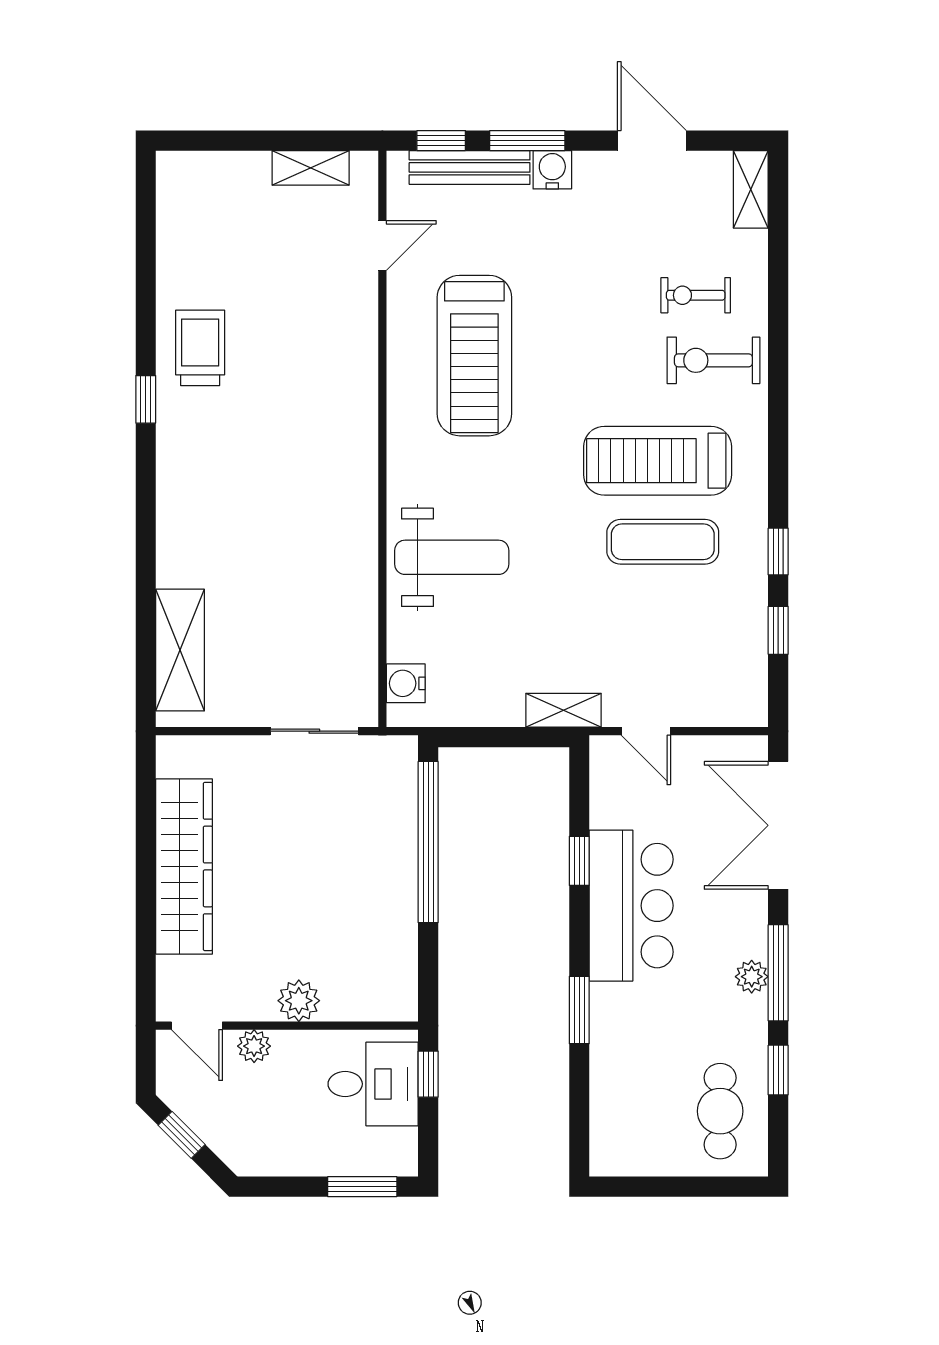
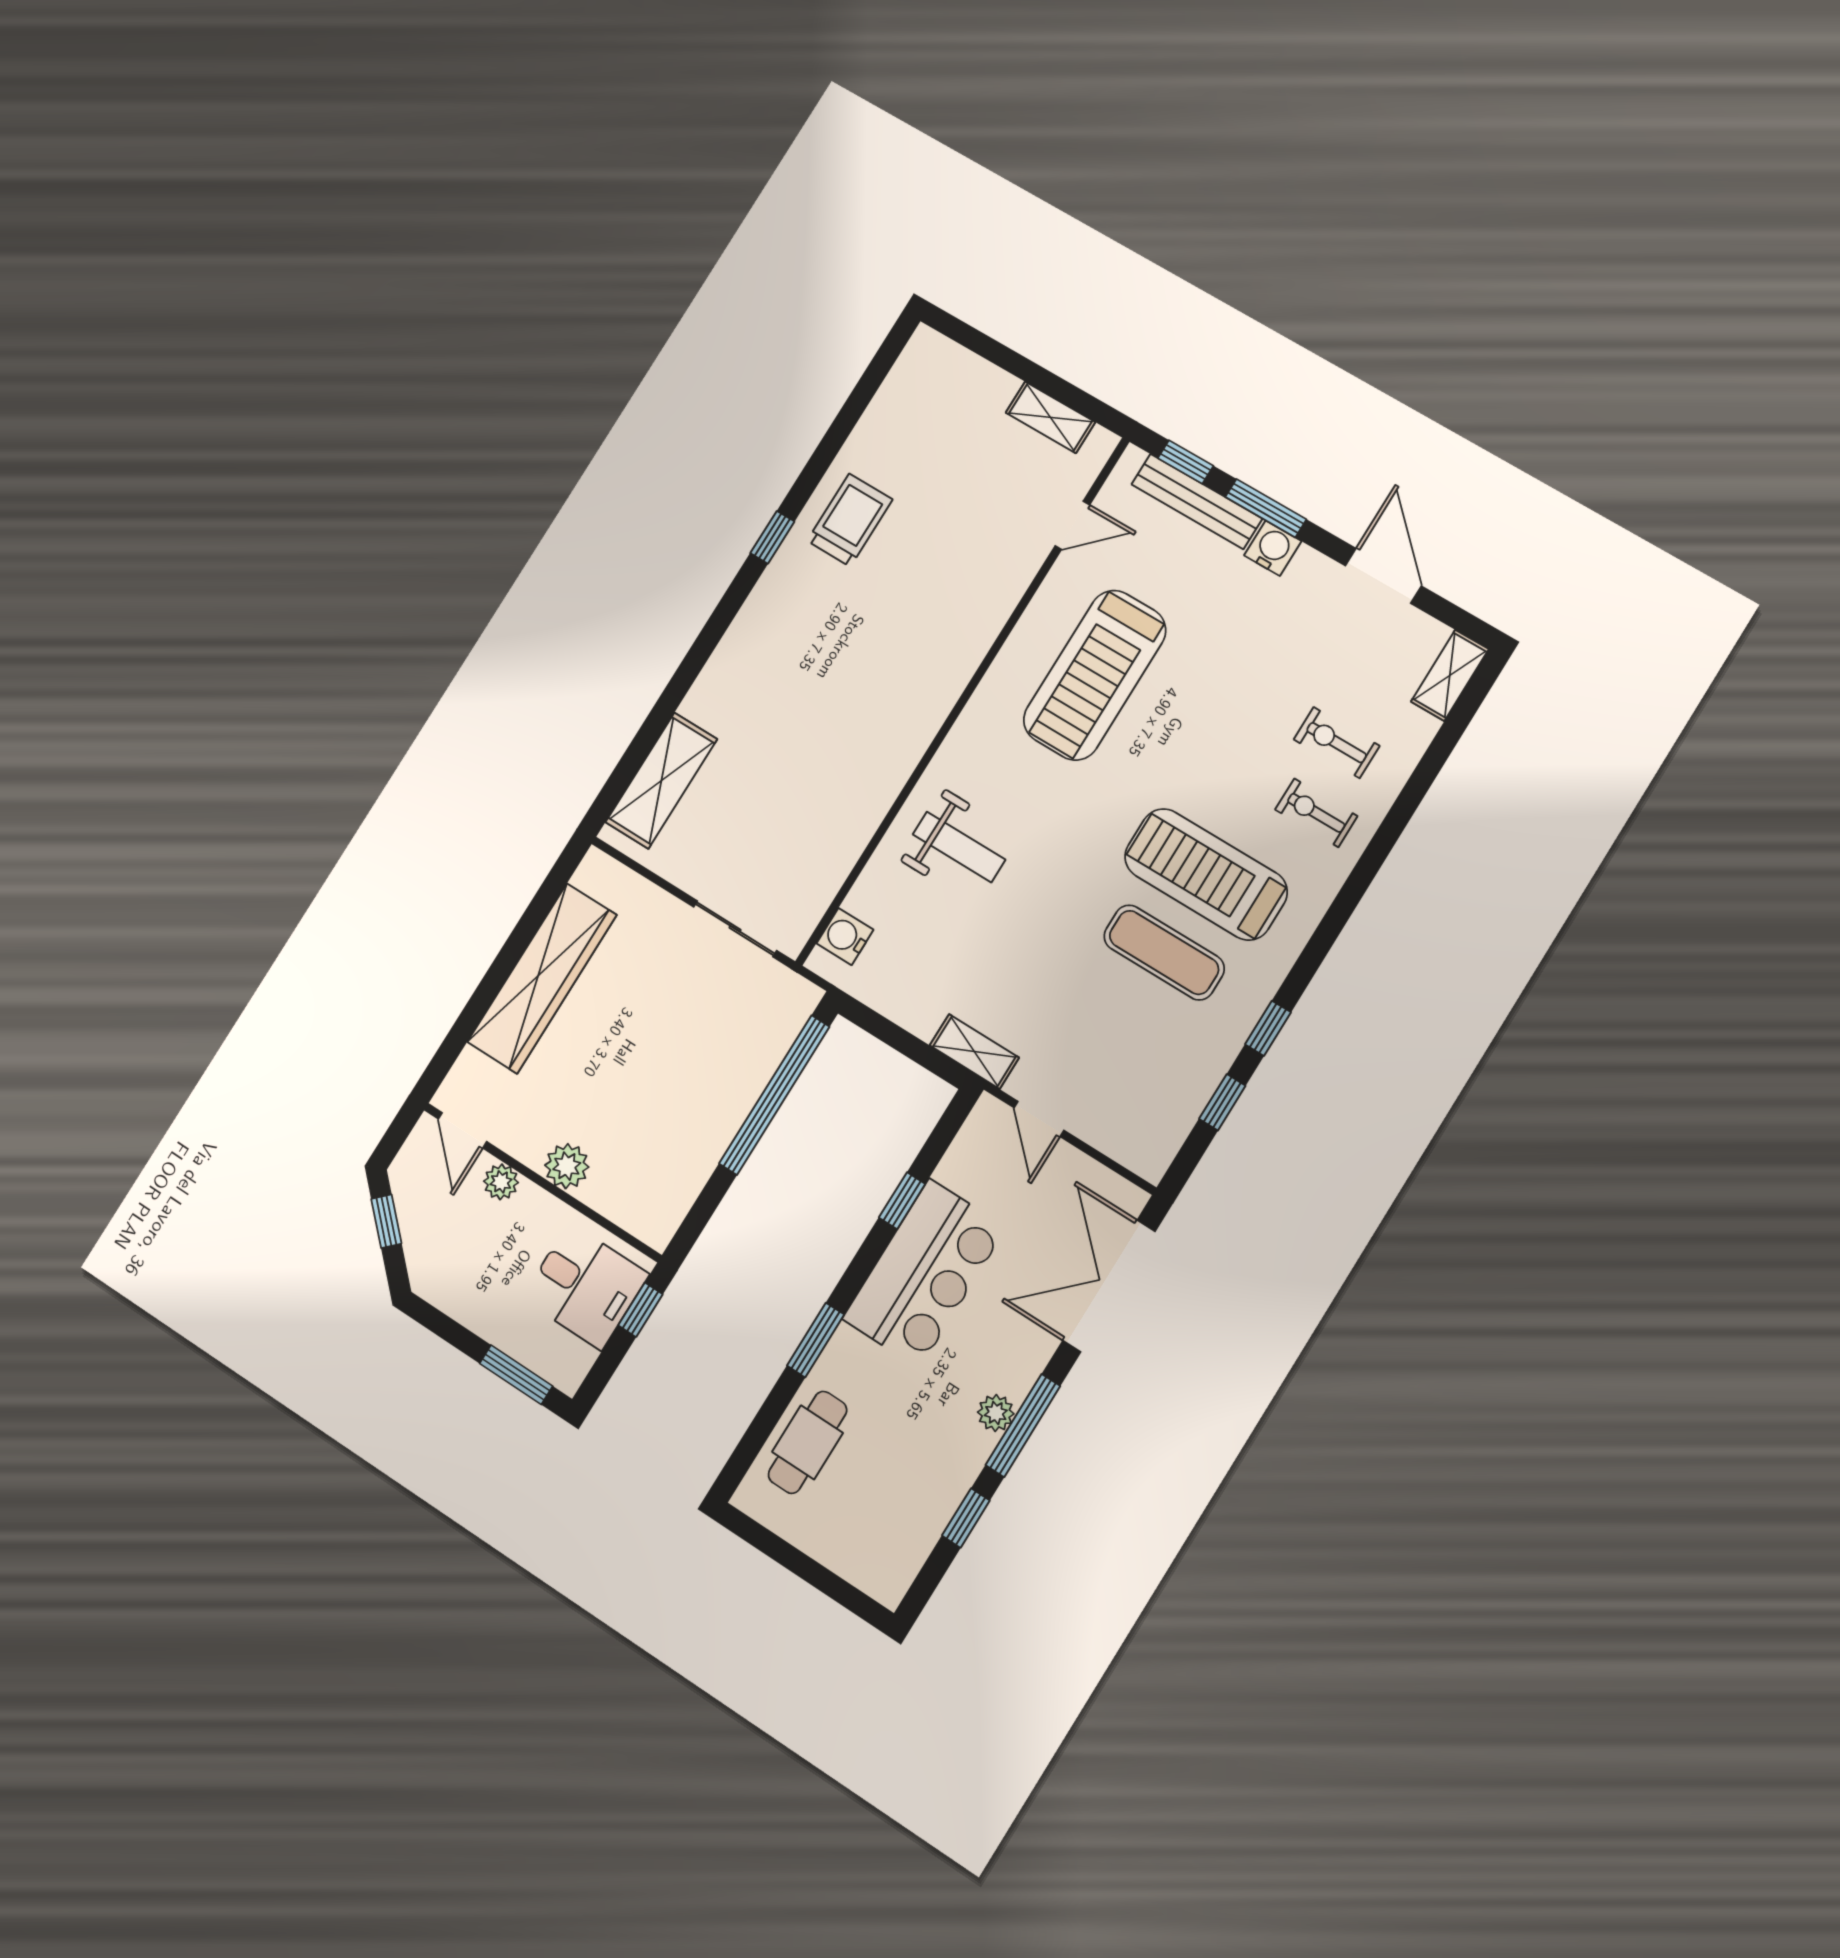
exercise bike: (713, 360) -> (1316, 813), width x0.73, depth x0.72
weight bench: (452, 557) -> (959, 847), width x0.73, depth x0.75
cafe table: (720, 1111) -> (808, 1442), moved

